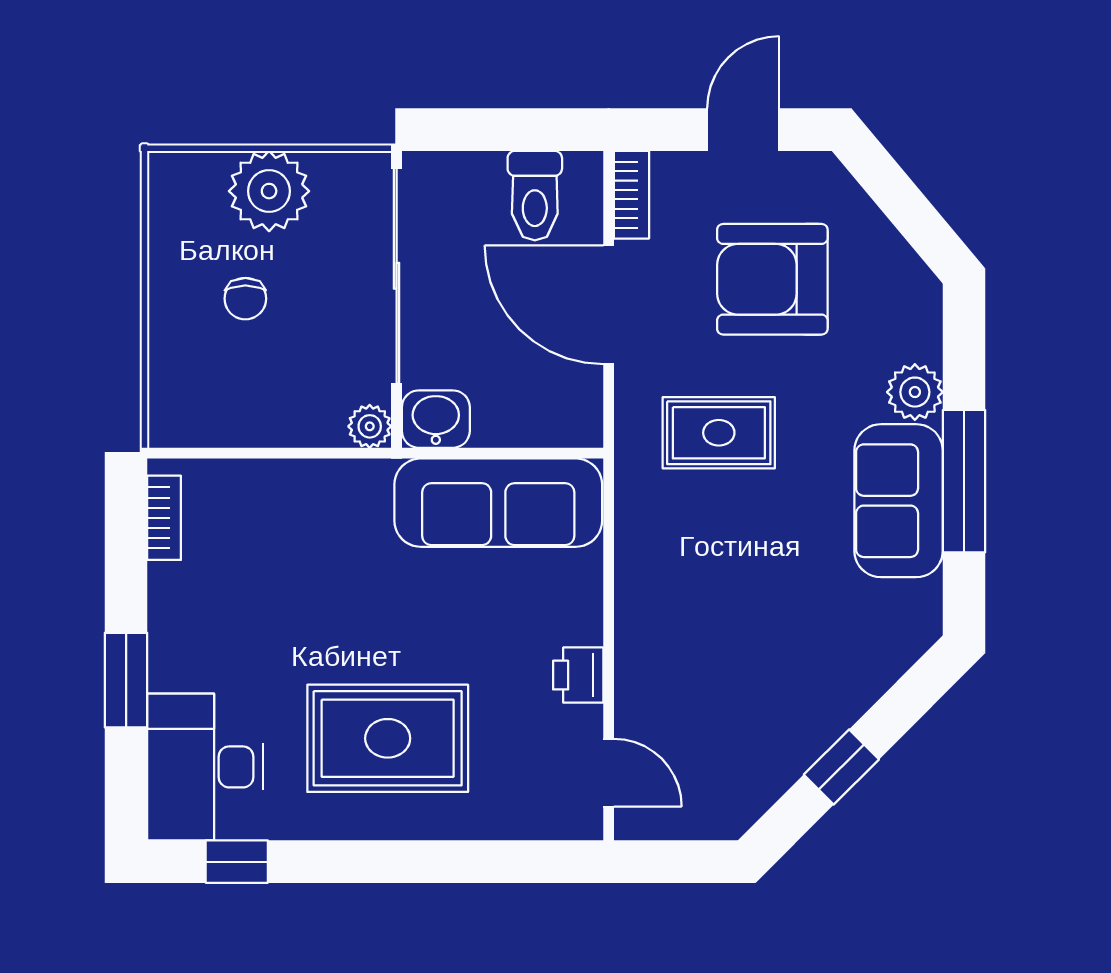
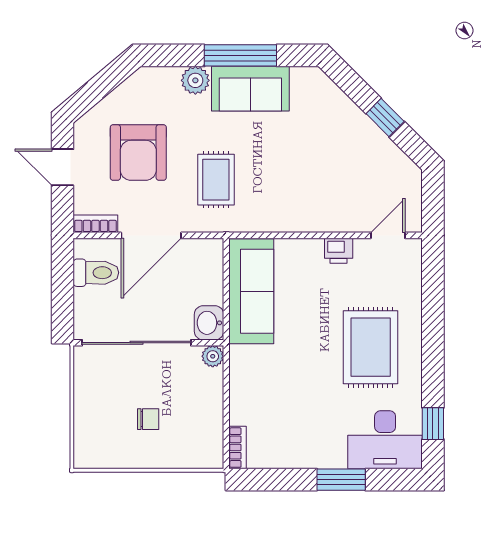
plant: (269, 191) -> (94, 407), removed
bookcase: (164, 518) -> (237, 448), moved, turned 90

